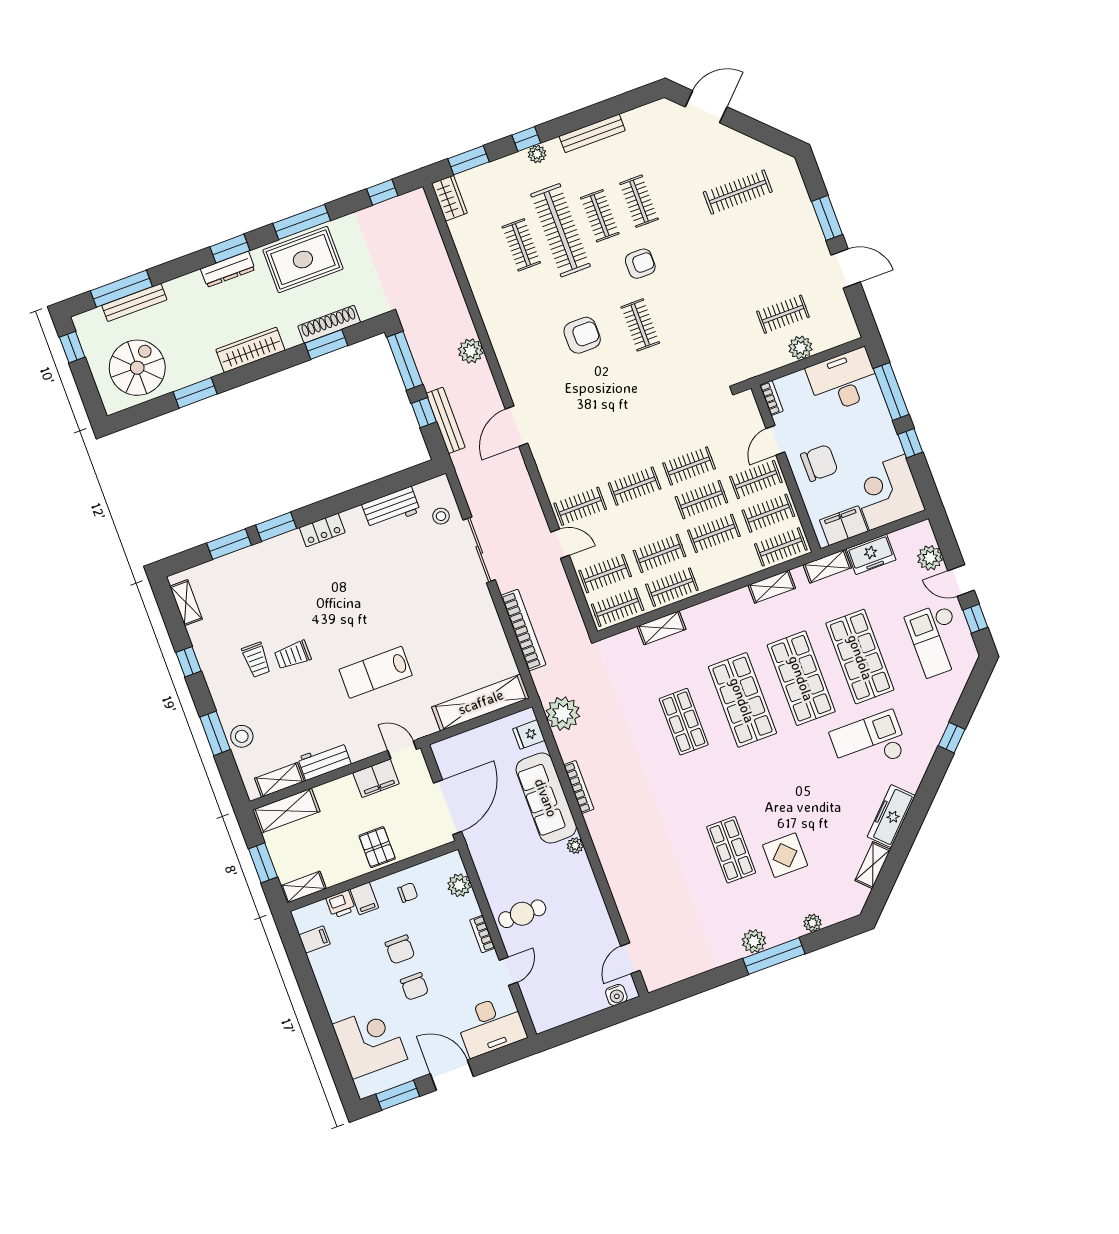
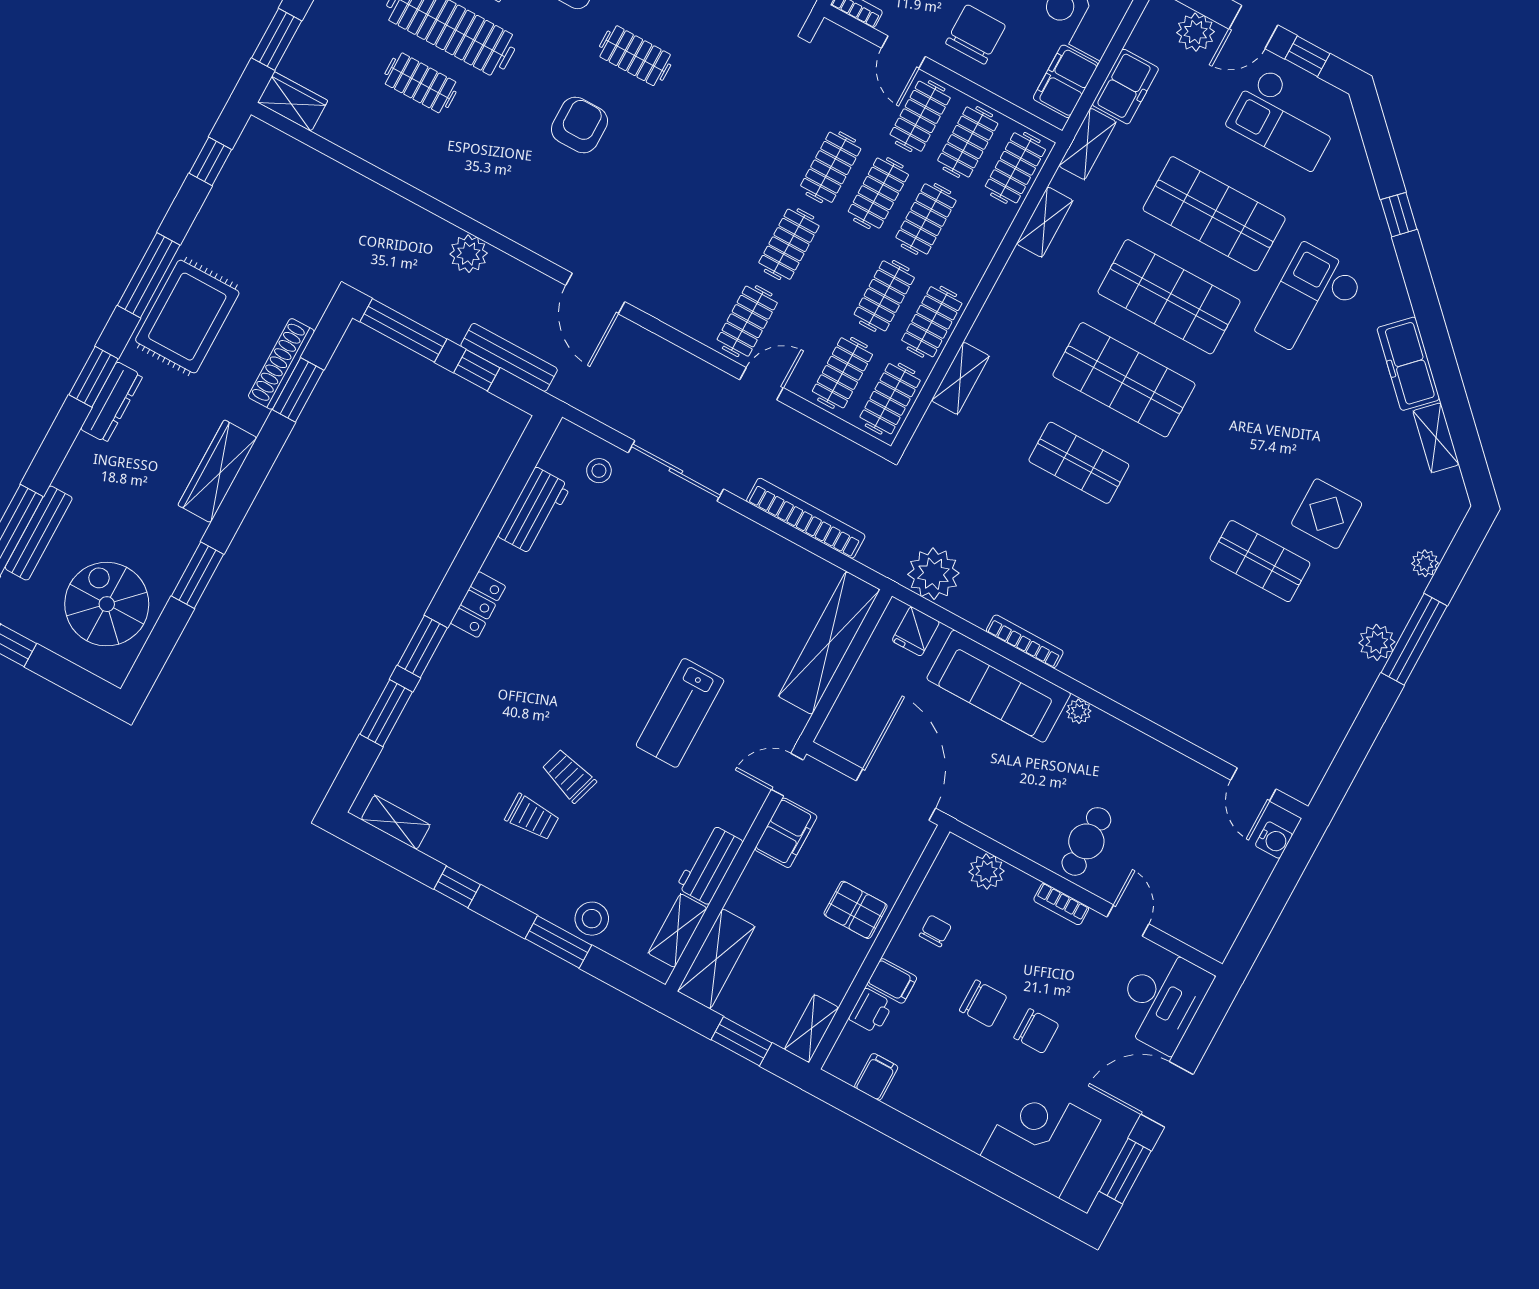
trolley: (293, 655) -> (569, 776), turned 107

